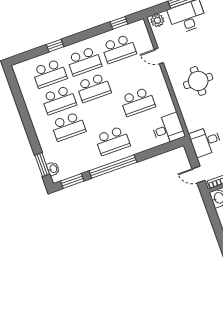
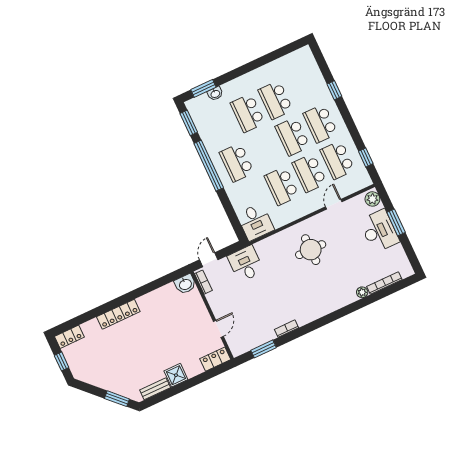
school desk: (50, 74) -> (310, 173), moved
washbasin: (53, 169) -> (215, 94), moved

